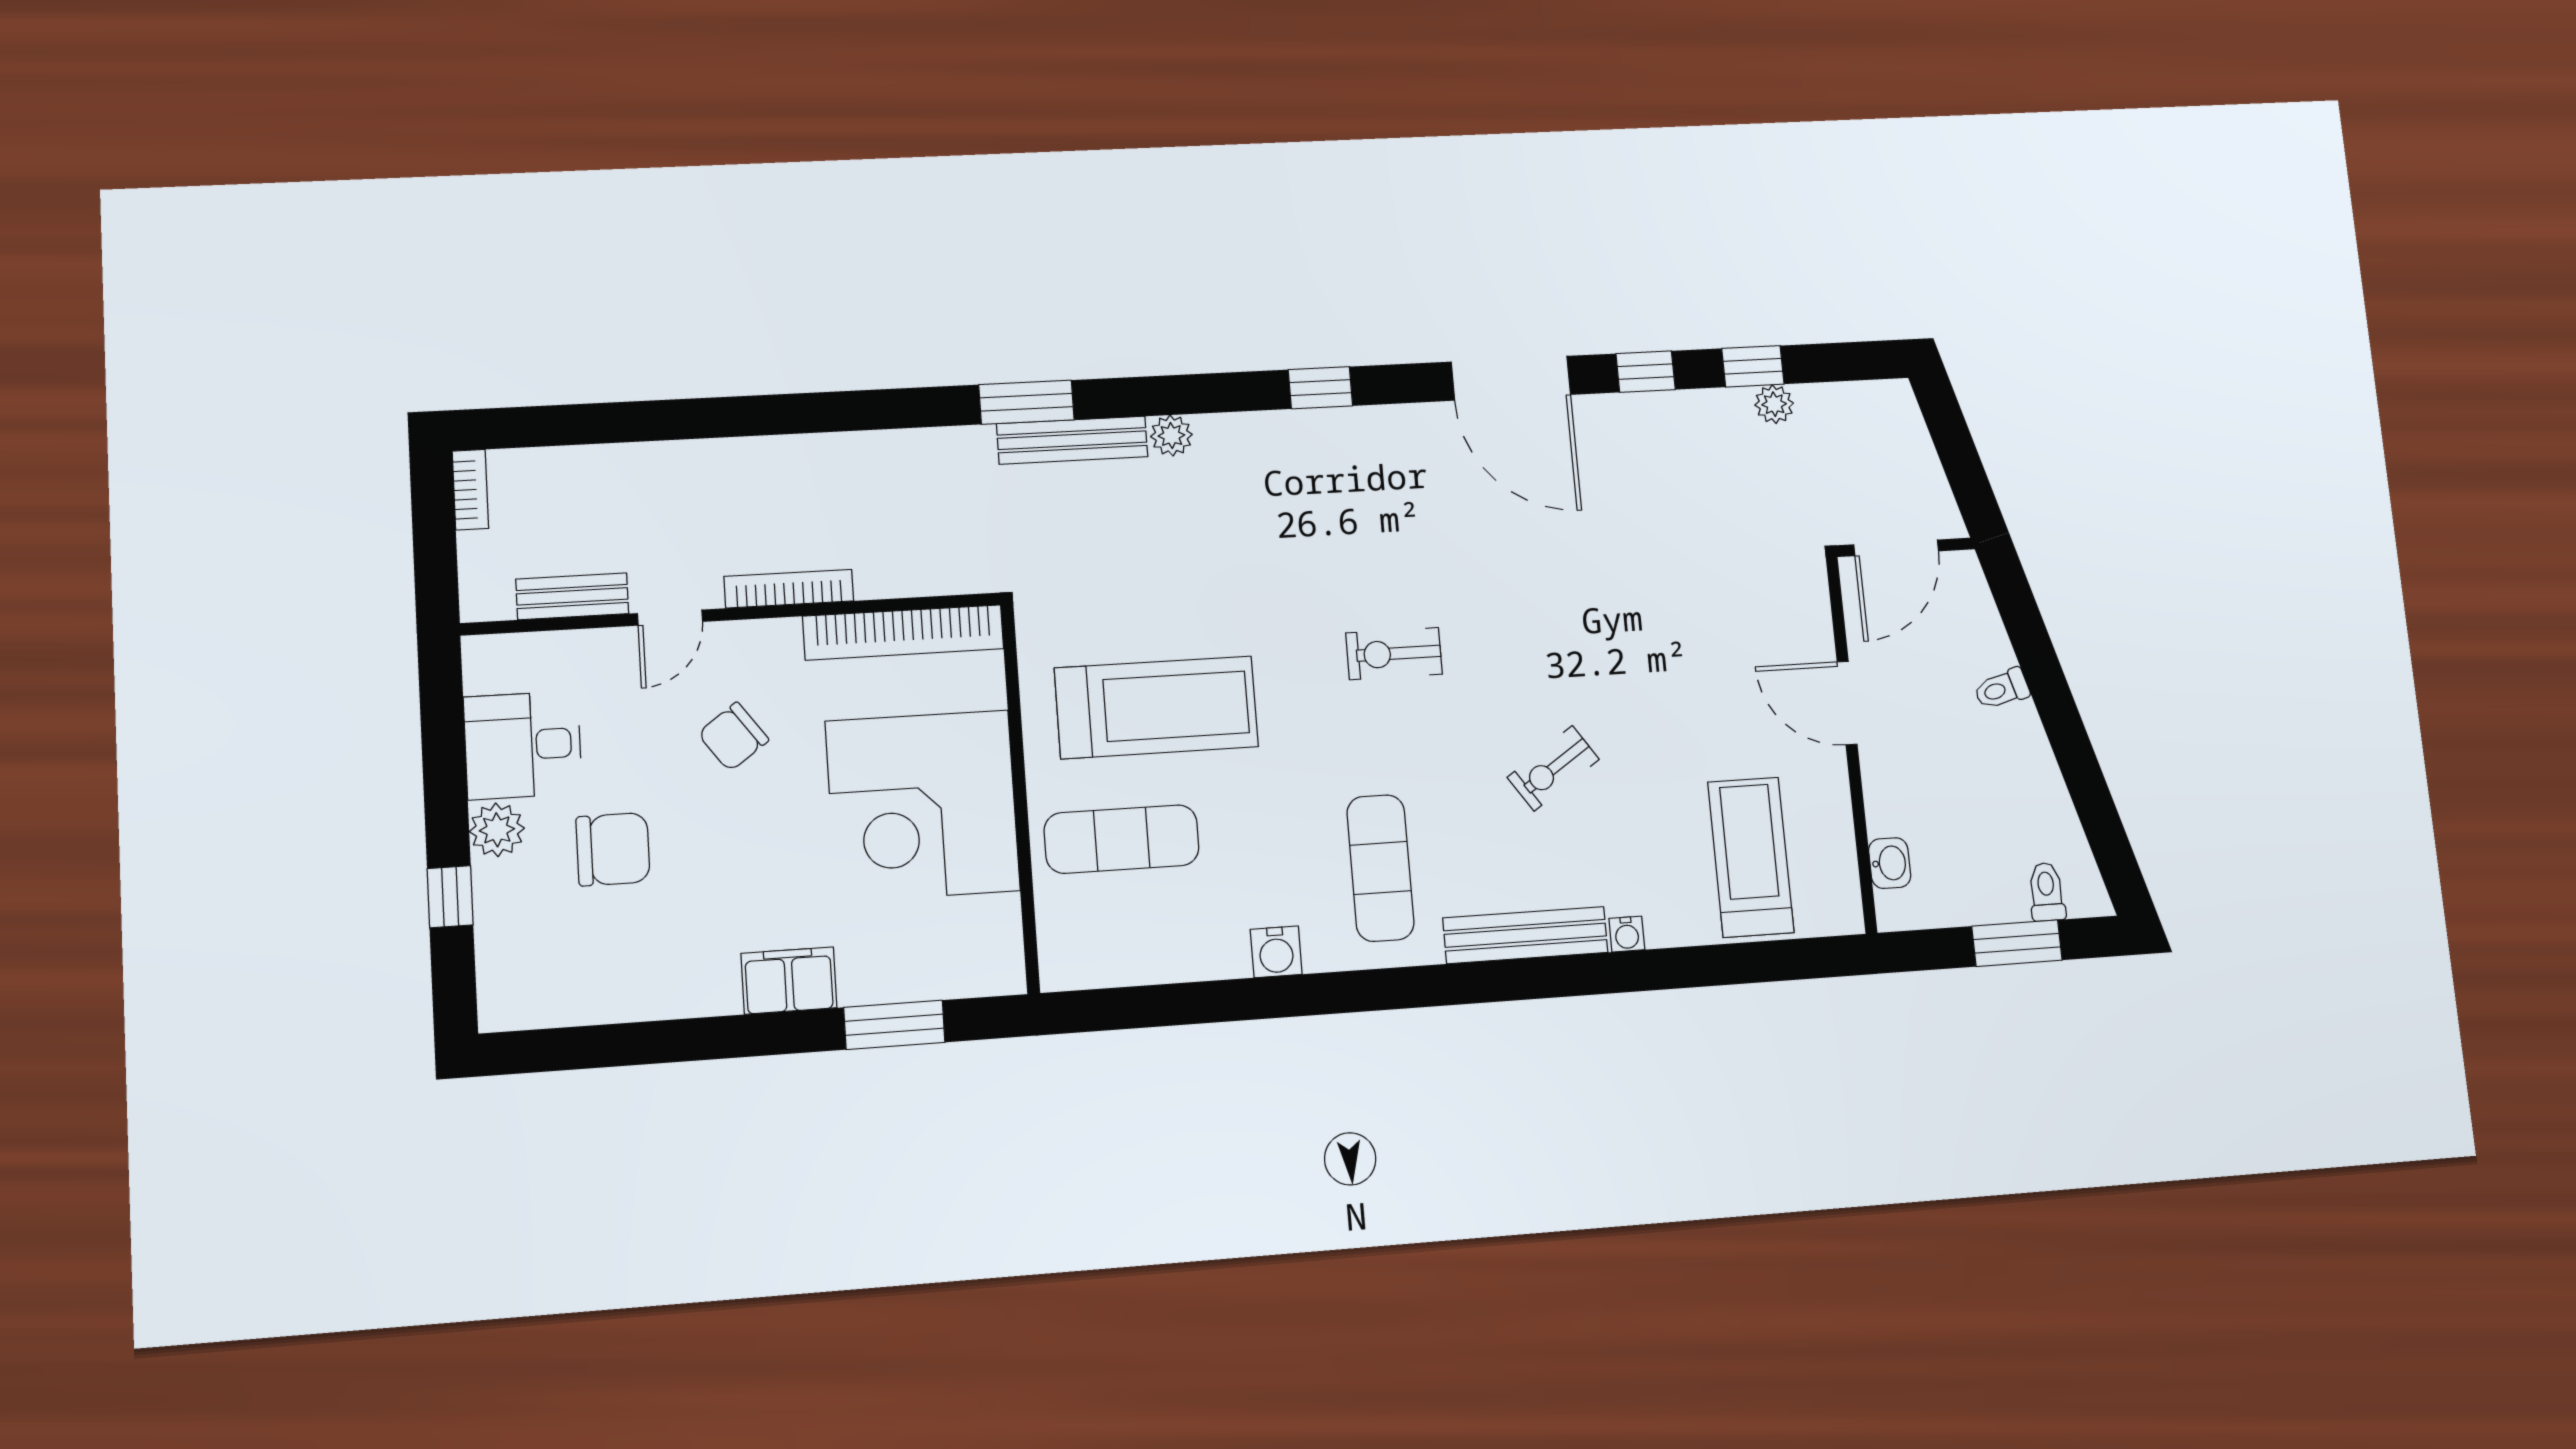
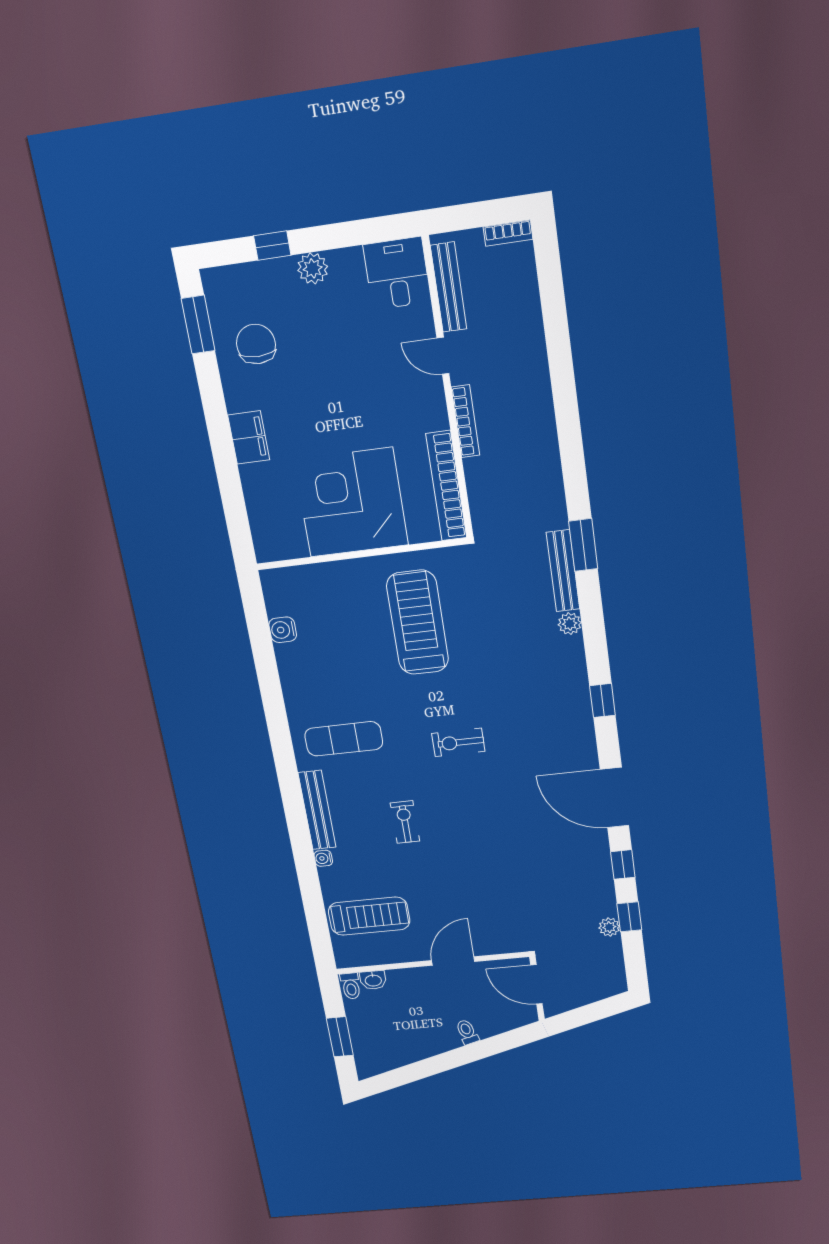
door: (1511, 378) -> (615, 798), hinge flipped
bench: (572, 596) -> (448, 287), width x1.36
exercise bike: (1394, 654) -> (458, 742), turned -90
treadmill: (1156, 707) -> (418, 623), turned 180
chair: (733, 737) -> (379, 397), removed
desk: (523, 745) -> (397, 273), moved
exercise bike: (1553, 768) -> (405, 822), turned 34
exercise mat: (1122, 839) -> (345, 608), removed
chair: (613, 849) -> (256, 344), moved, turned 180
toilet: (2047, 892) -> (351, 986), moved, turned 90
water cooler: (1276, 952) -> (283, 630), moved
window: (894, 1025) -> (198, 325), moved

